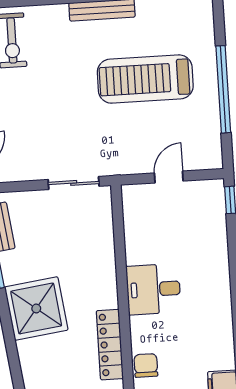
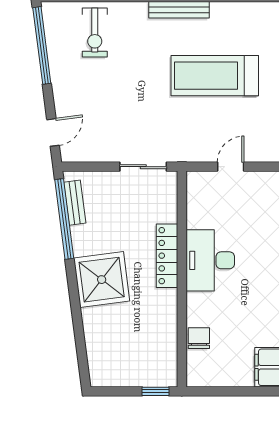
desk: (153, 289) -> (210, 260), width x1.37
locker: (110, 345) -> (167, 256), moved

